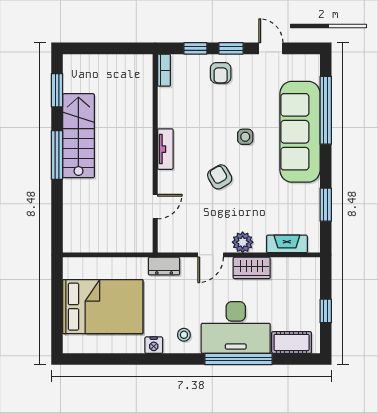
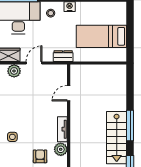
plant: (168, 117) -> (61, 149), added
armchair: (220, 177) -> (40, 156), moved, turned -150
bed: (103, 307) -> (101, 36), width x0.67

